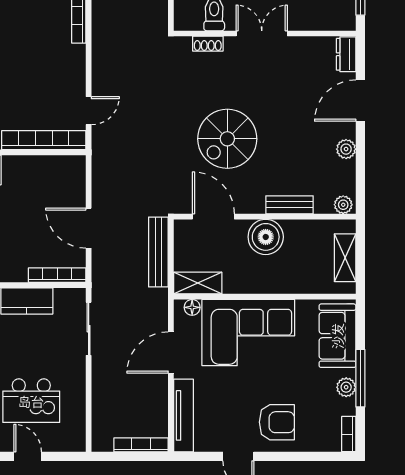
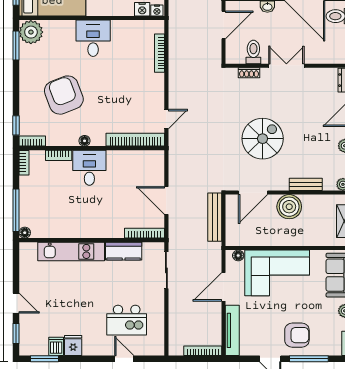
spiral stairs: (227, 139) -> (263, 139), turned 180
door: (213, 217) -> (253, 193), swing flipped
shelving: (198, 283) -> (242, 239), removed
window: (294, 456) -> (309, 359), added

